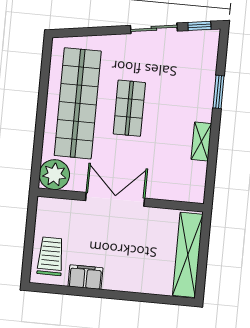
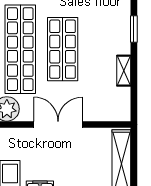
shop shelf: (129, 108) -> (63, 49), width x1.43, depth x1.36

